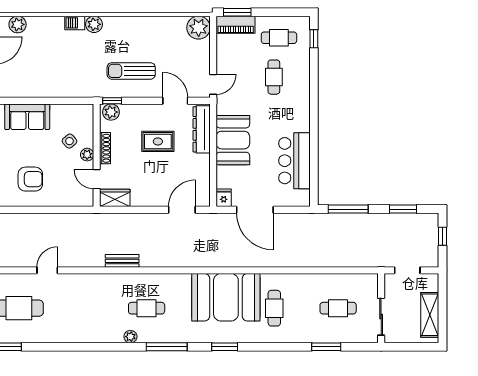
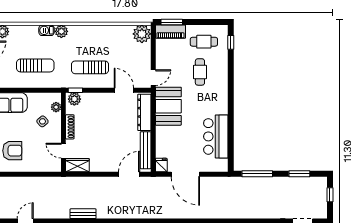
sun lounger: (60, 69) -> (35, 65), added
booth: (233, 140) -> (168, 106), moved
rug: (158, 141) -> (111, 122), removed
plant: (87, 155) -> (56, 107), moved
bench: (203, 178) -> (146, 150), added

